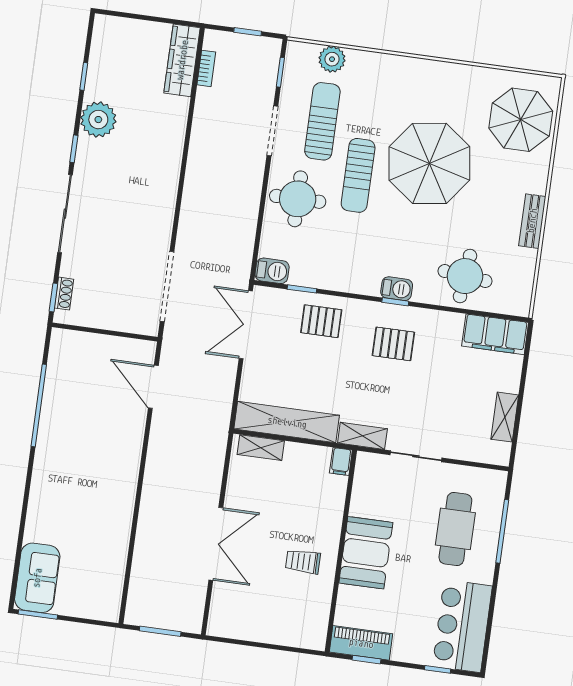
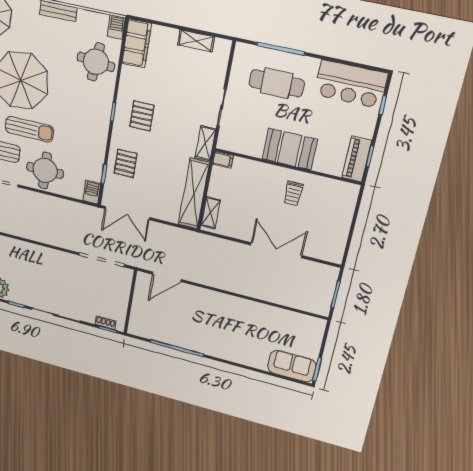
barbecue: (397, 289) -> (116, 27), moved

